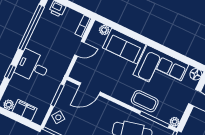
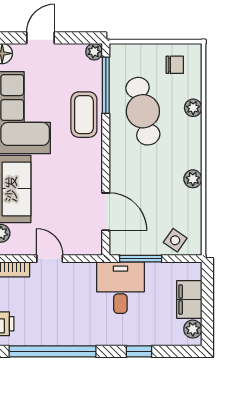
desk: (33, 66) -> (120, 288), moved, turned 180

